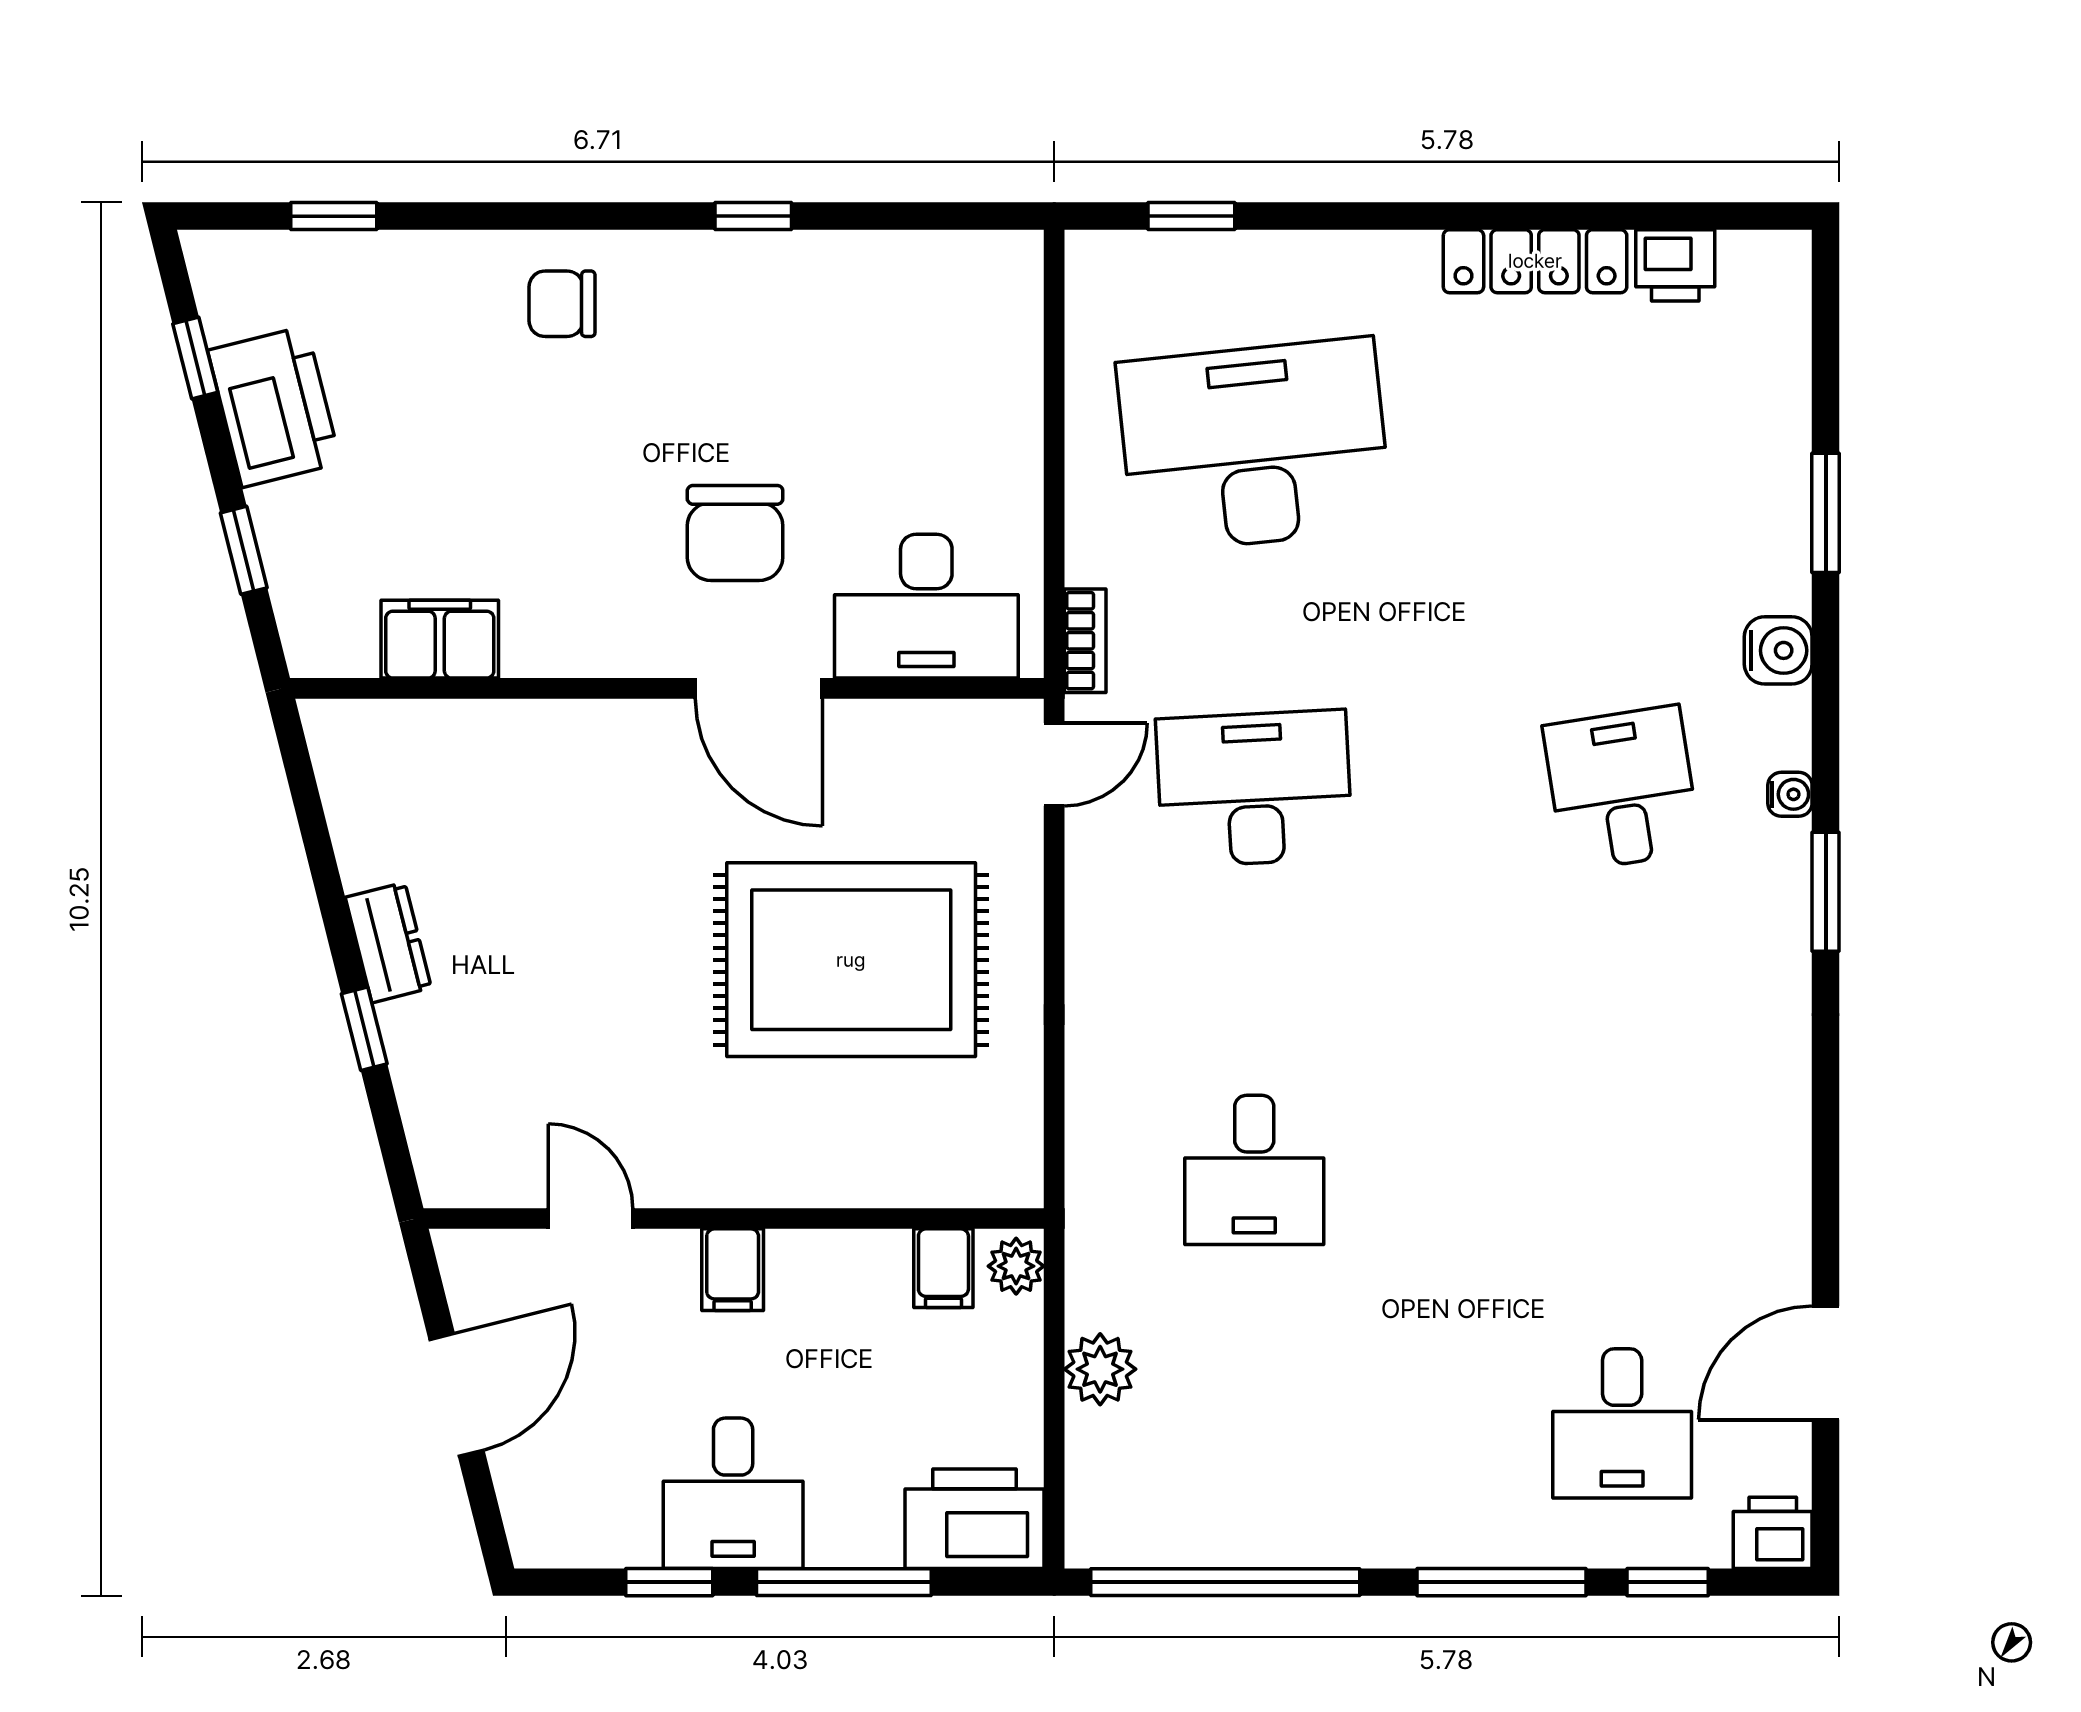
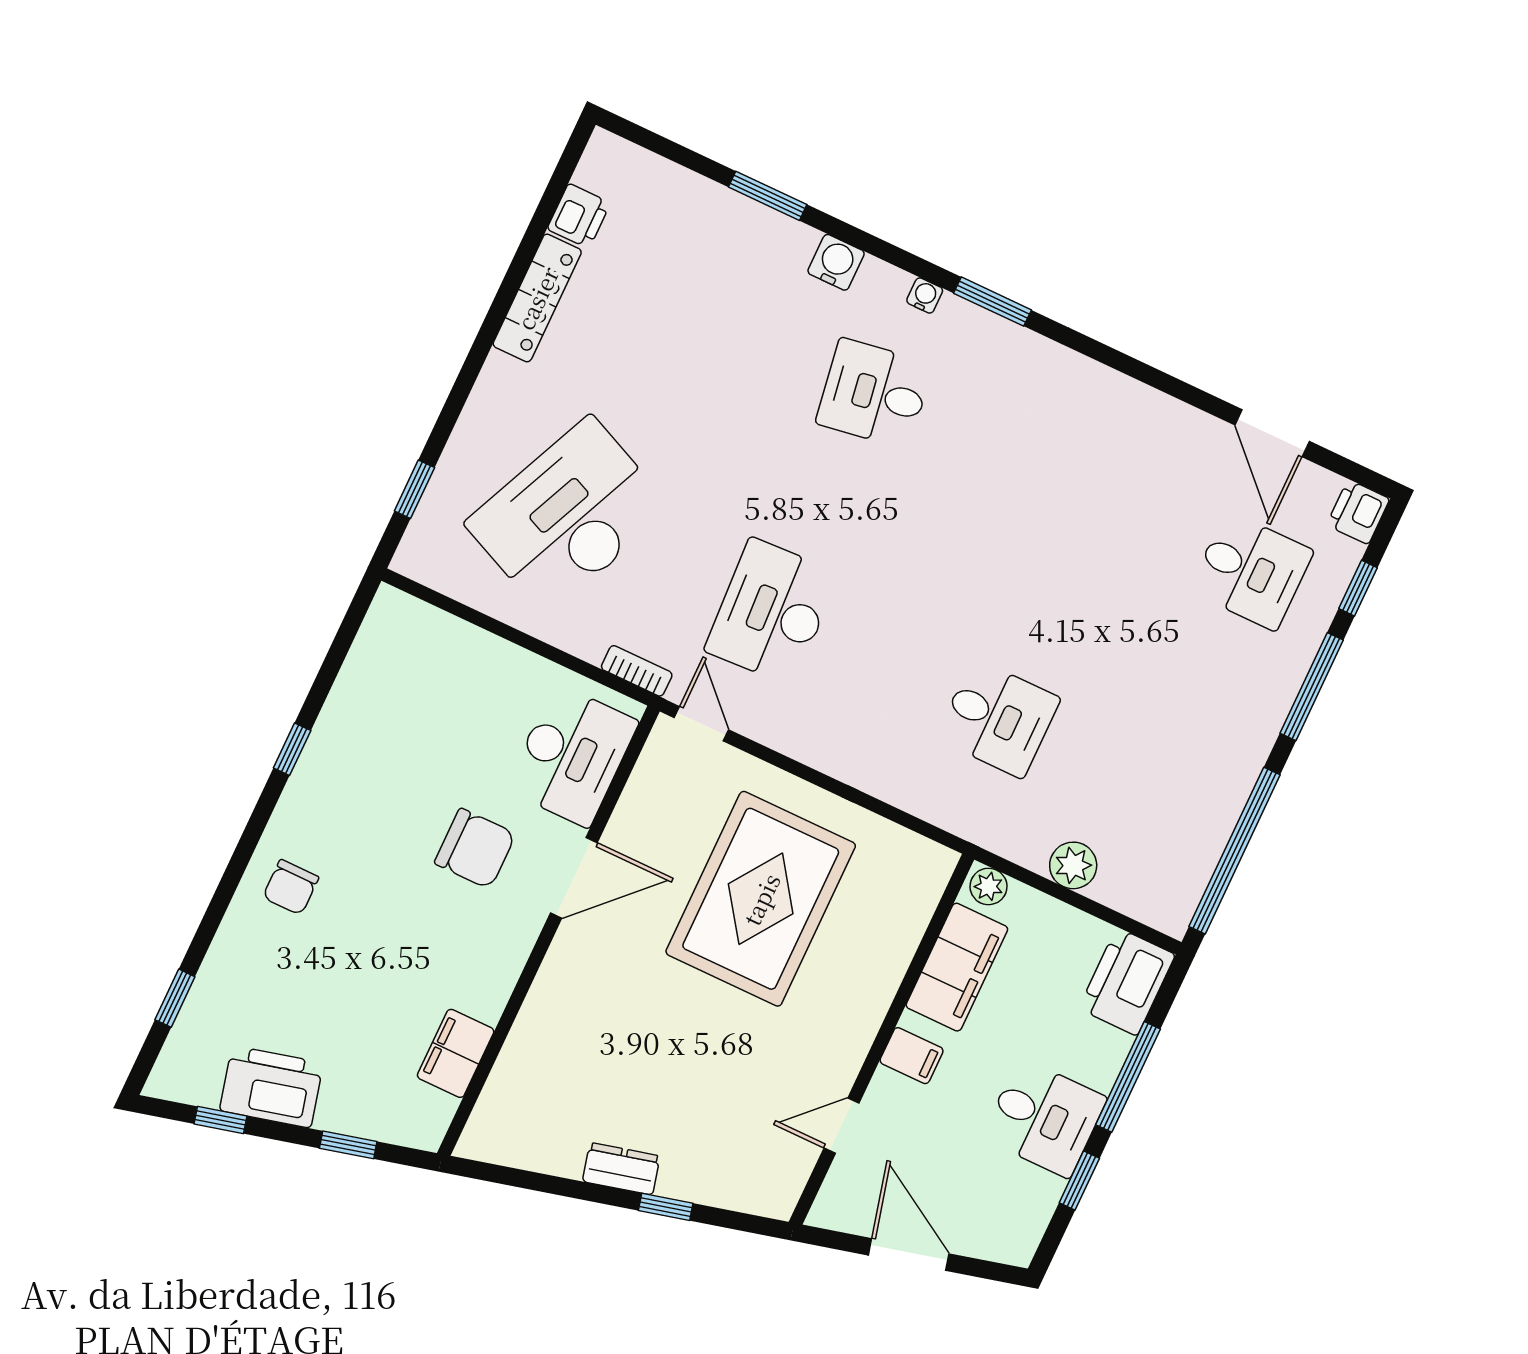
desk: (1254, 446) -> (568, 516), turned 30
filing cabinet: (943, 1268) -> (957, 967), width x3.00, depth x1.17

